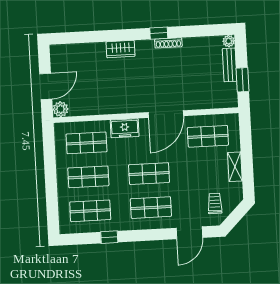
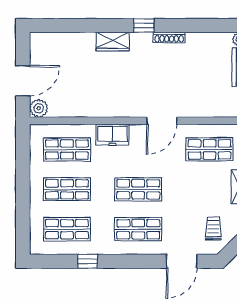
window: (159, 33) -> (144, 25), moved
door: (166, 114) -> (162, 121), width x0.73

